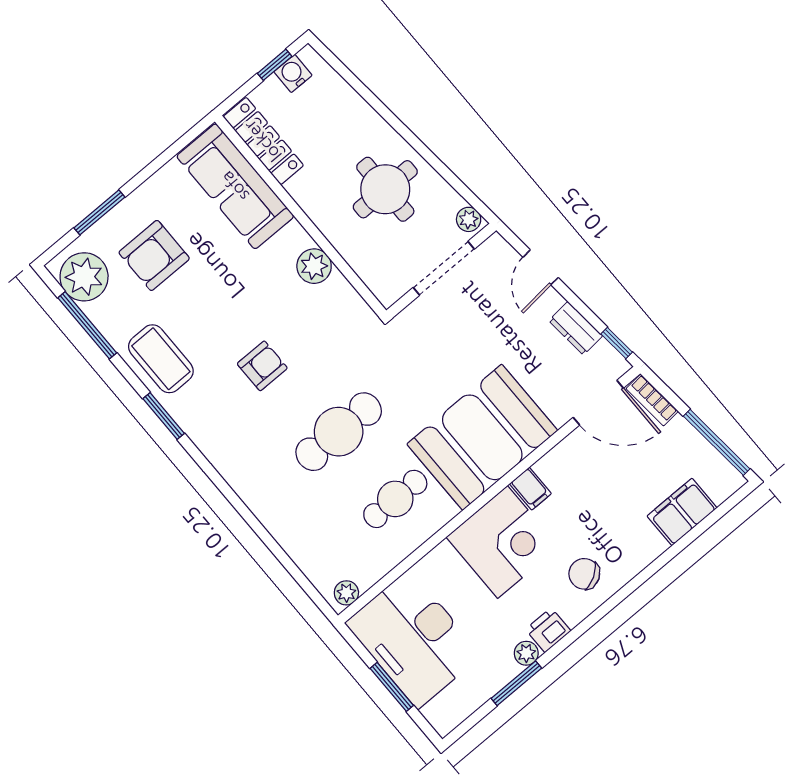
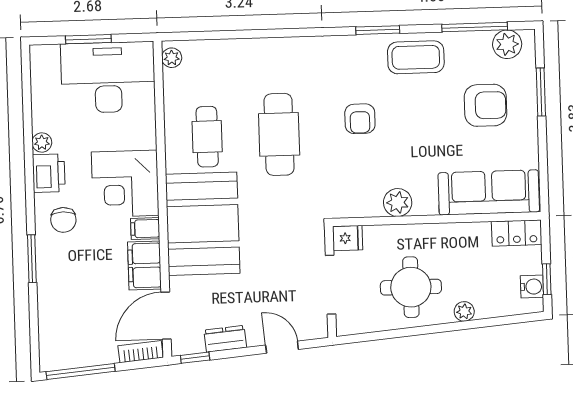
locker: (263, 141) -> (517, 233), width x0.66
plant: (469, 219) -> (464, 311), moved
armchair: (154, 255) -> (485, 105), turned 90
plant: (84, 277) -> (507, 44), width x0.73, depth x0.73
fridge: (386, 287) -> (348, 238), added
filing cabinet: (682, 512) -> (145, 265), moved, turned 180
chair: (584, 574) -> (63, 220), turned 121
printer: (548, 630) -> (49, 173), width x1.36, depth x1.24
window: (516, 683) -> (32, 259), moved

